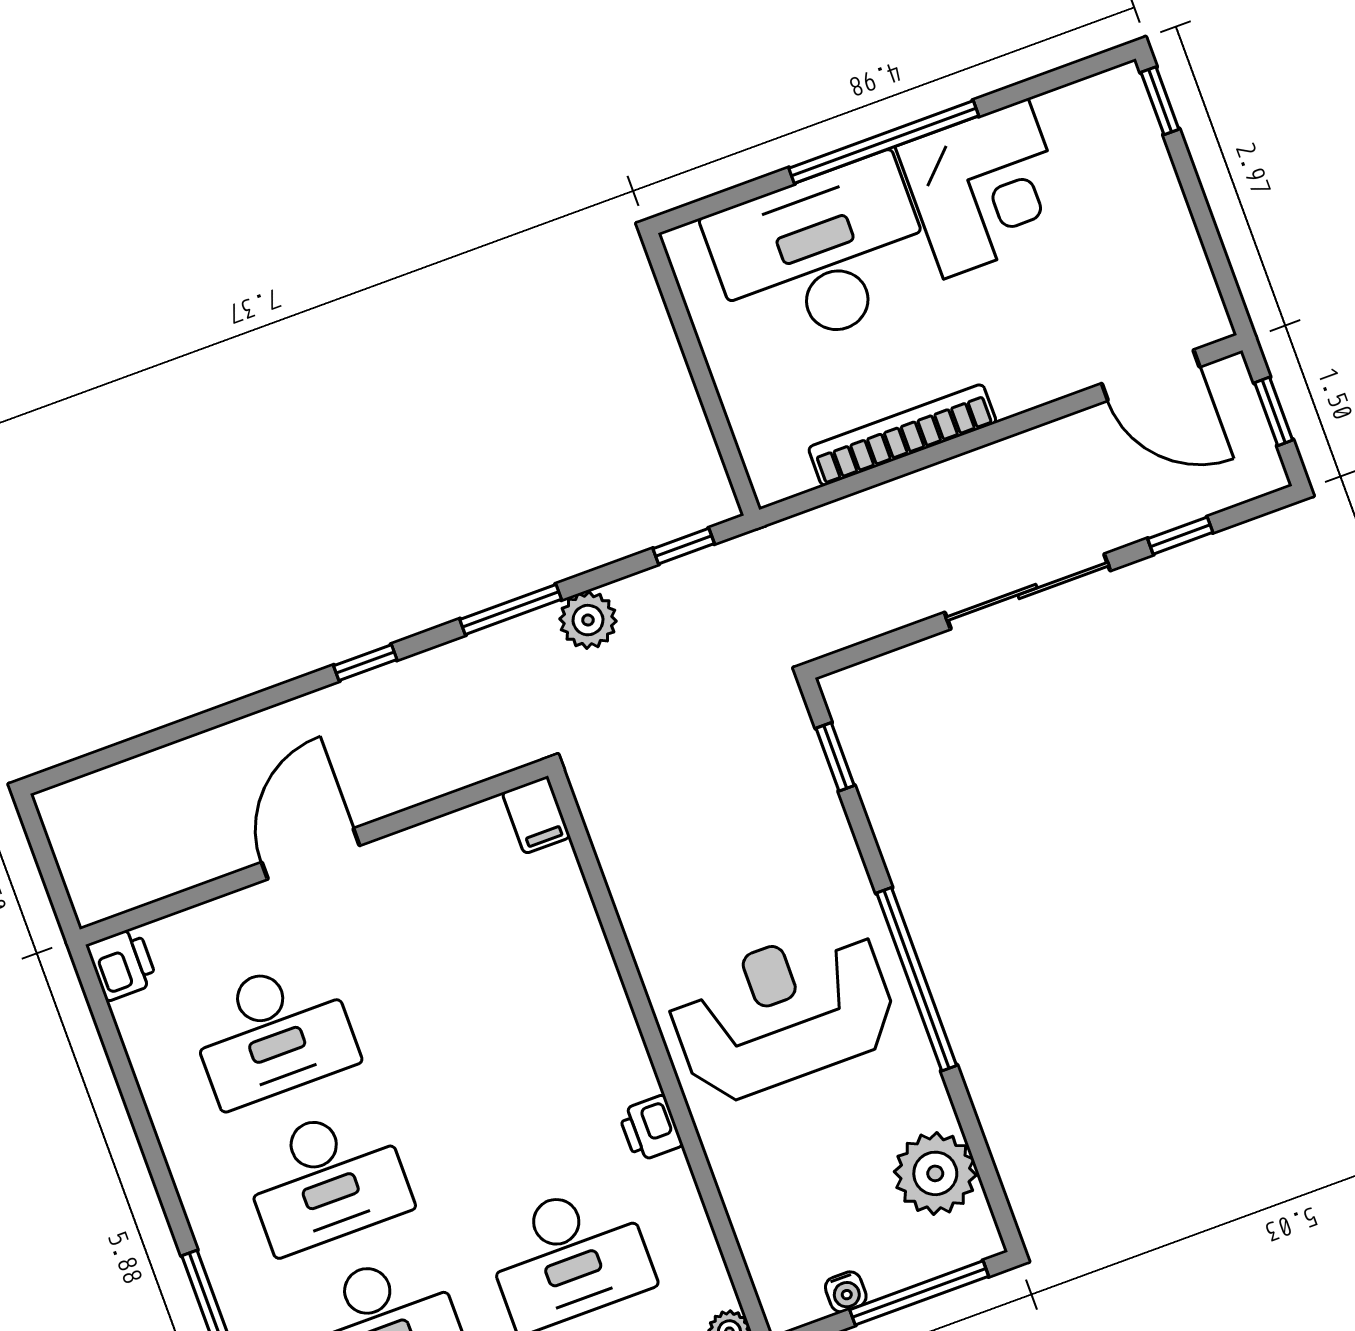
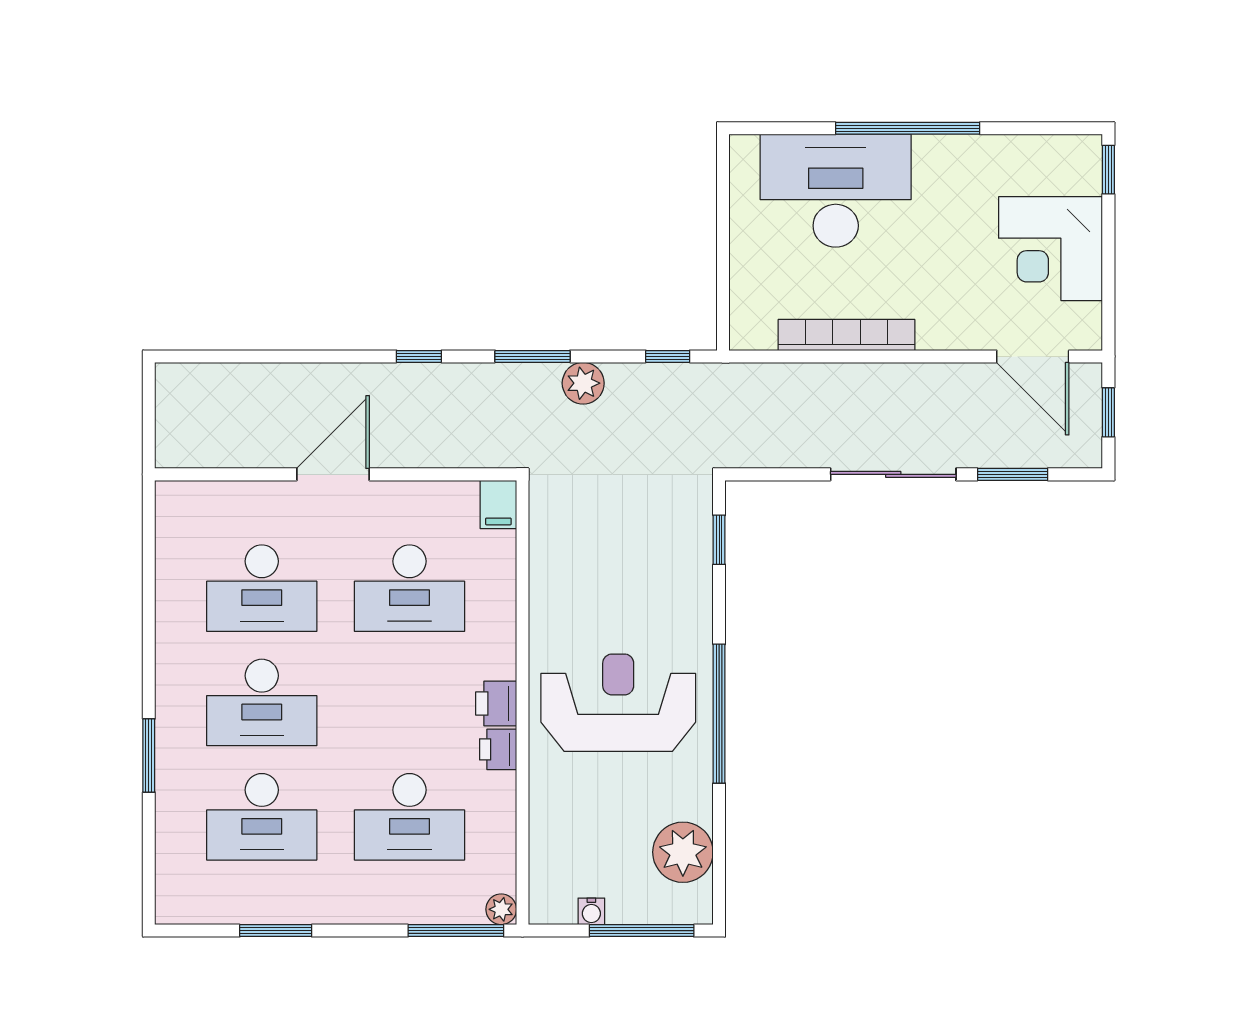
corner desk: (986, 189) -> (1050, 249), moved, turned 90
window: (1180, 536) -> (1013, 474), width x1.50
printer: (122, 964) -> (496, 703), moved, turned 180
desk: (462, 964) -> (410, 588), added

